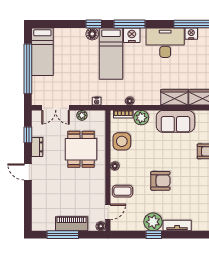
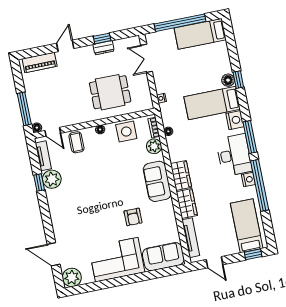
window: (129, 24) -> (250, 137), moved
plant: (82, 115) -> (144, 86), removed
window: (28, 135) -> (102, 38), moved
door: (28, 172) -> (65, 46), moved
armchair: (160, 181) -> (94, 178), removed
piano: (72, 224) -> (40, 62), moved, turned 90
tv unit: (177, 226) -> (43, 156), moved
window: (63, 235) -> (24, 109), moved

